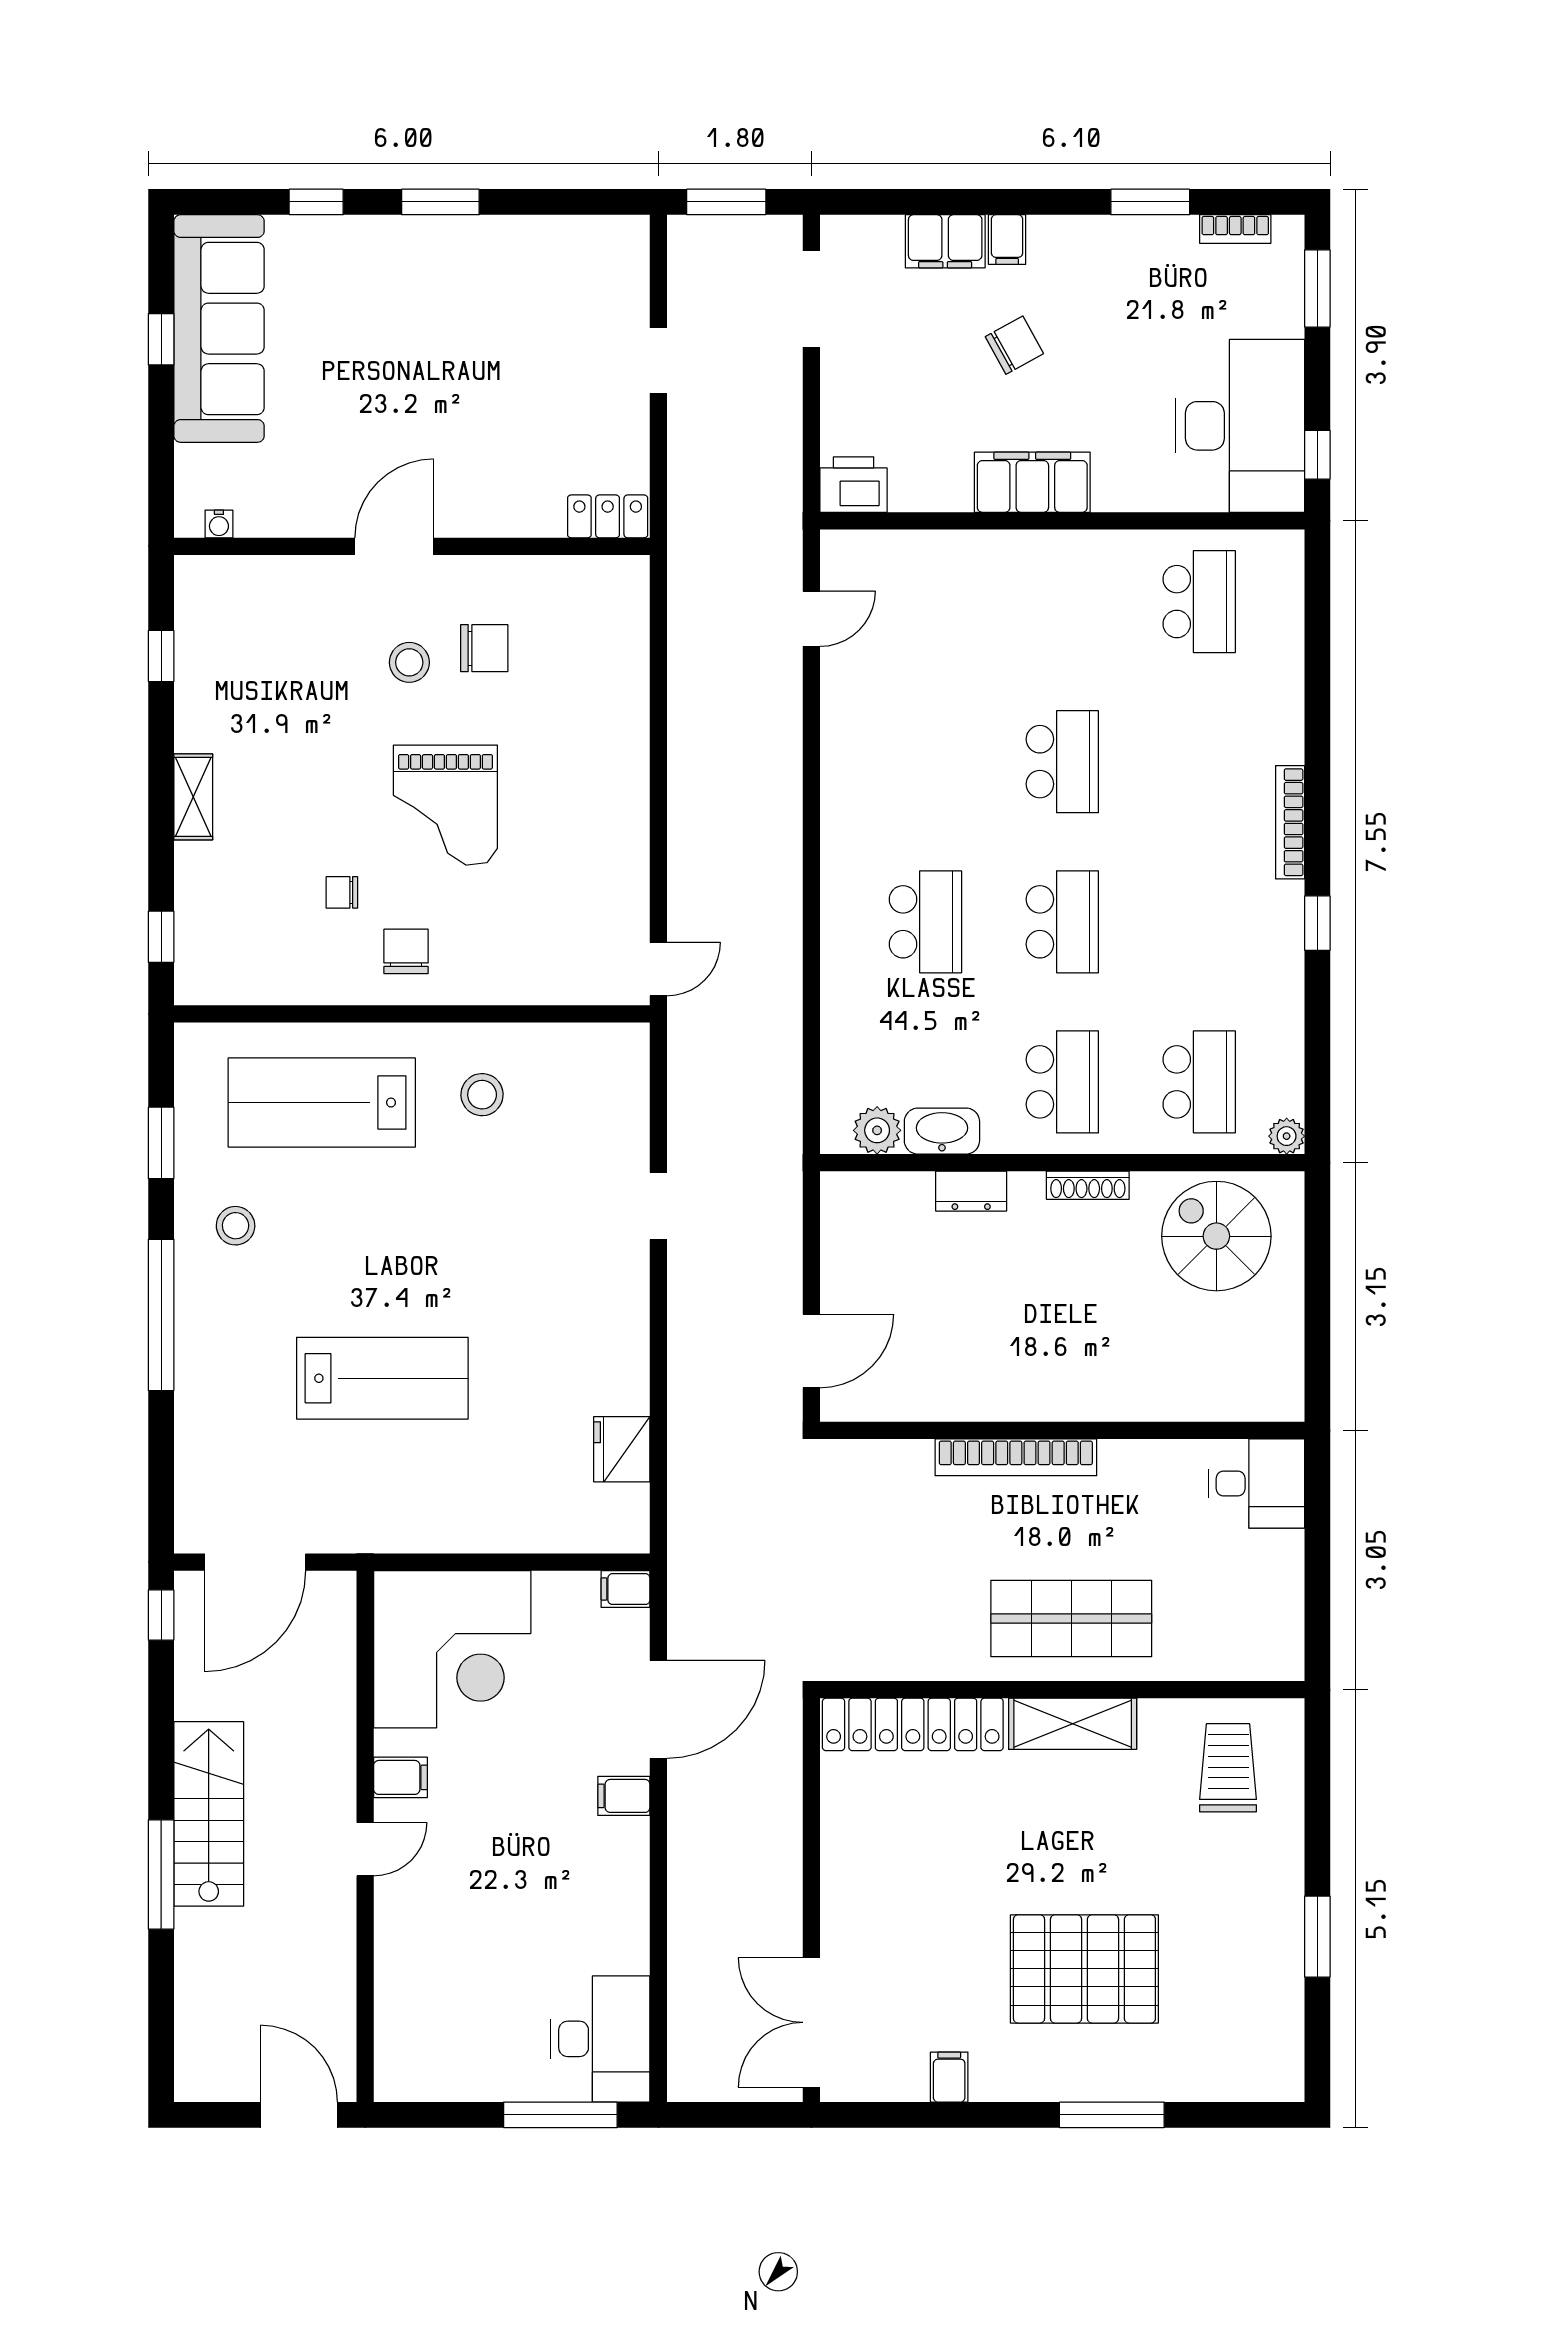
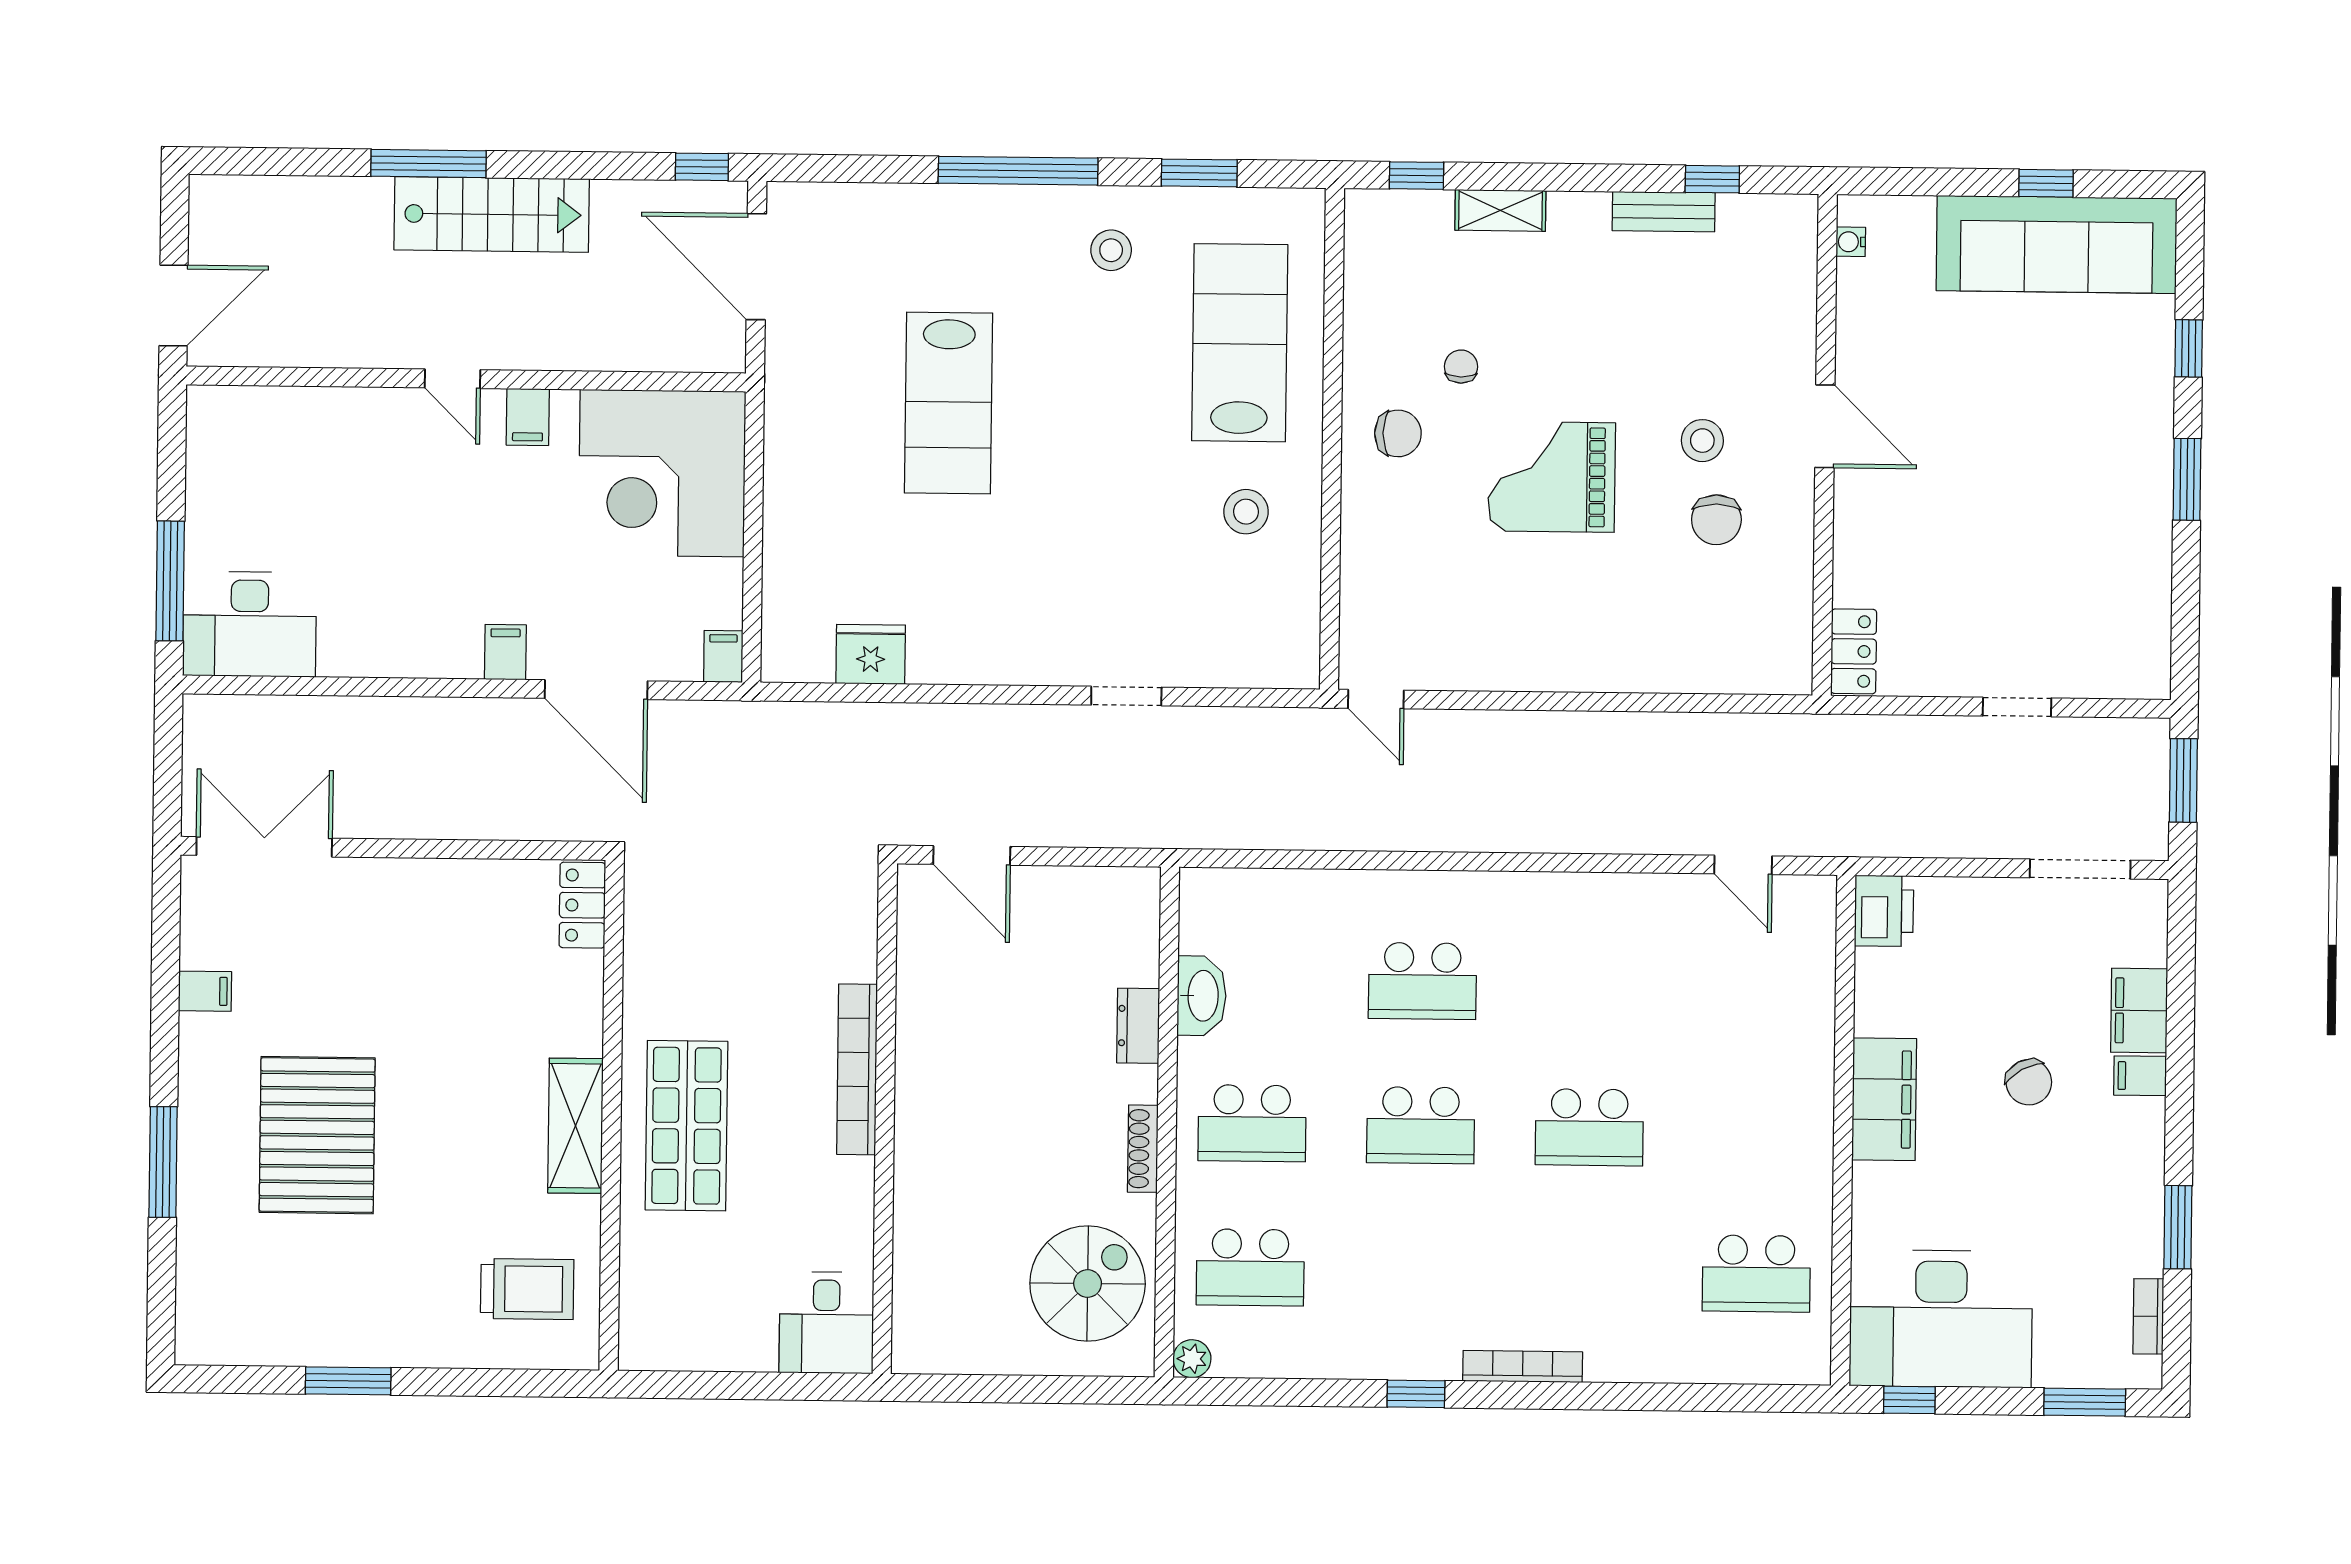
bench: (192, 702) -> (1664, 212), added
shelving: (193, 797) -> (1500, 210), moved
plant: (877, 1130) -> (1203, 927), removed
locker: (913, 1724) -> (582, 905), width x0.46, depth x0.83

